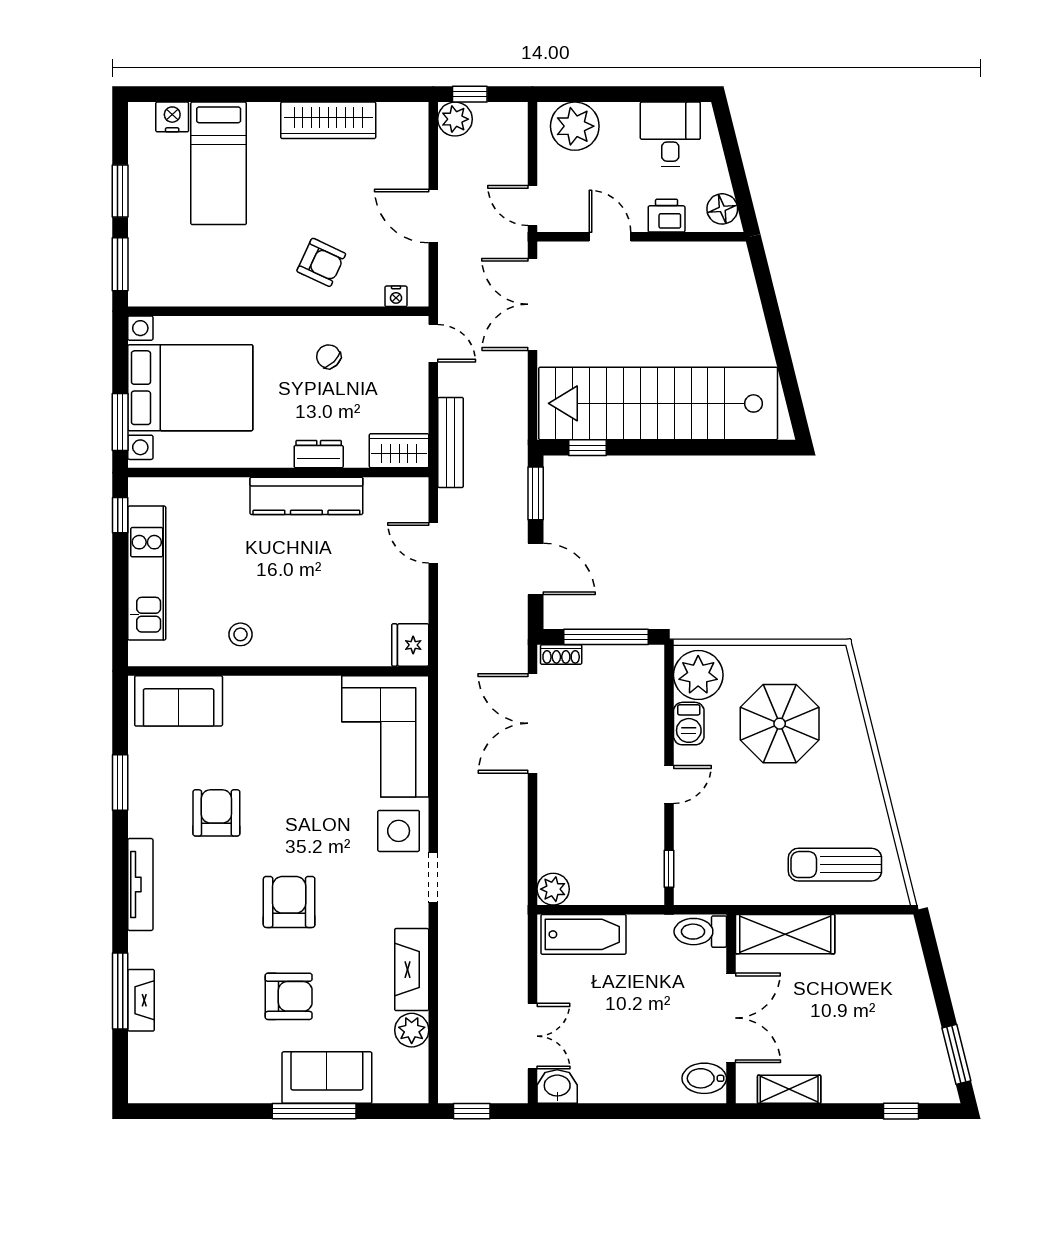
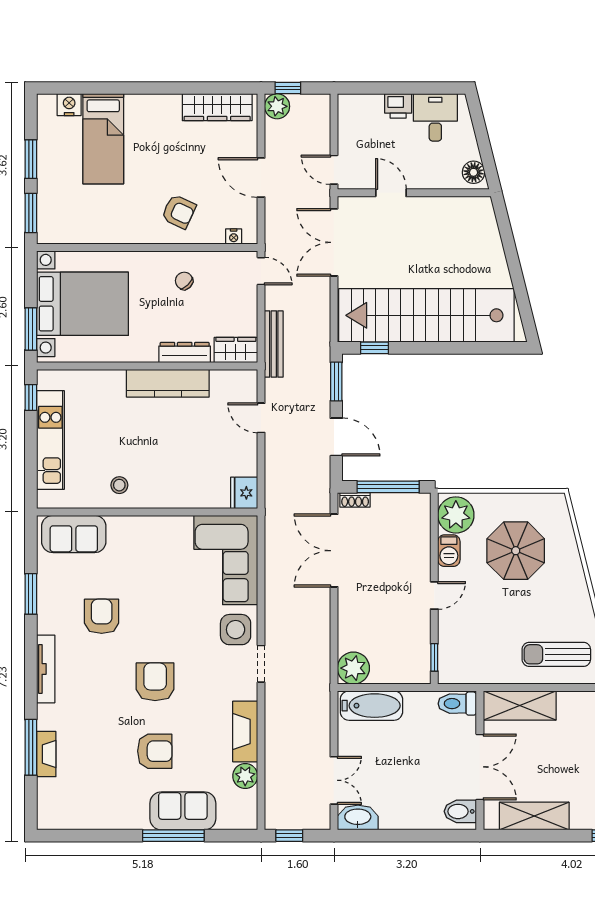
wardrobe: (328, 120) -> (217, 107), moved
plant: (575, 126) -> (365, 111), removed
printer: (667, 216) -> (398, 106), moved, turned 180
dresser: (319, 454) -> (185, 353), width x1.44
plant: (553, 889) -> (353, 668), width x1.36, depth x1.36
washbasin: (557, 1087) -> (358, 817), width x1.38
shelving: (789, 1089) -> (534, 816), width x1.50, depth x1.33

